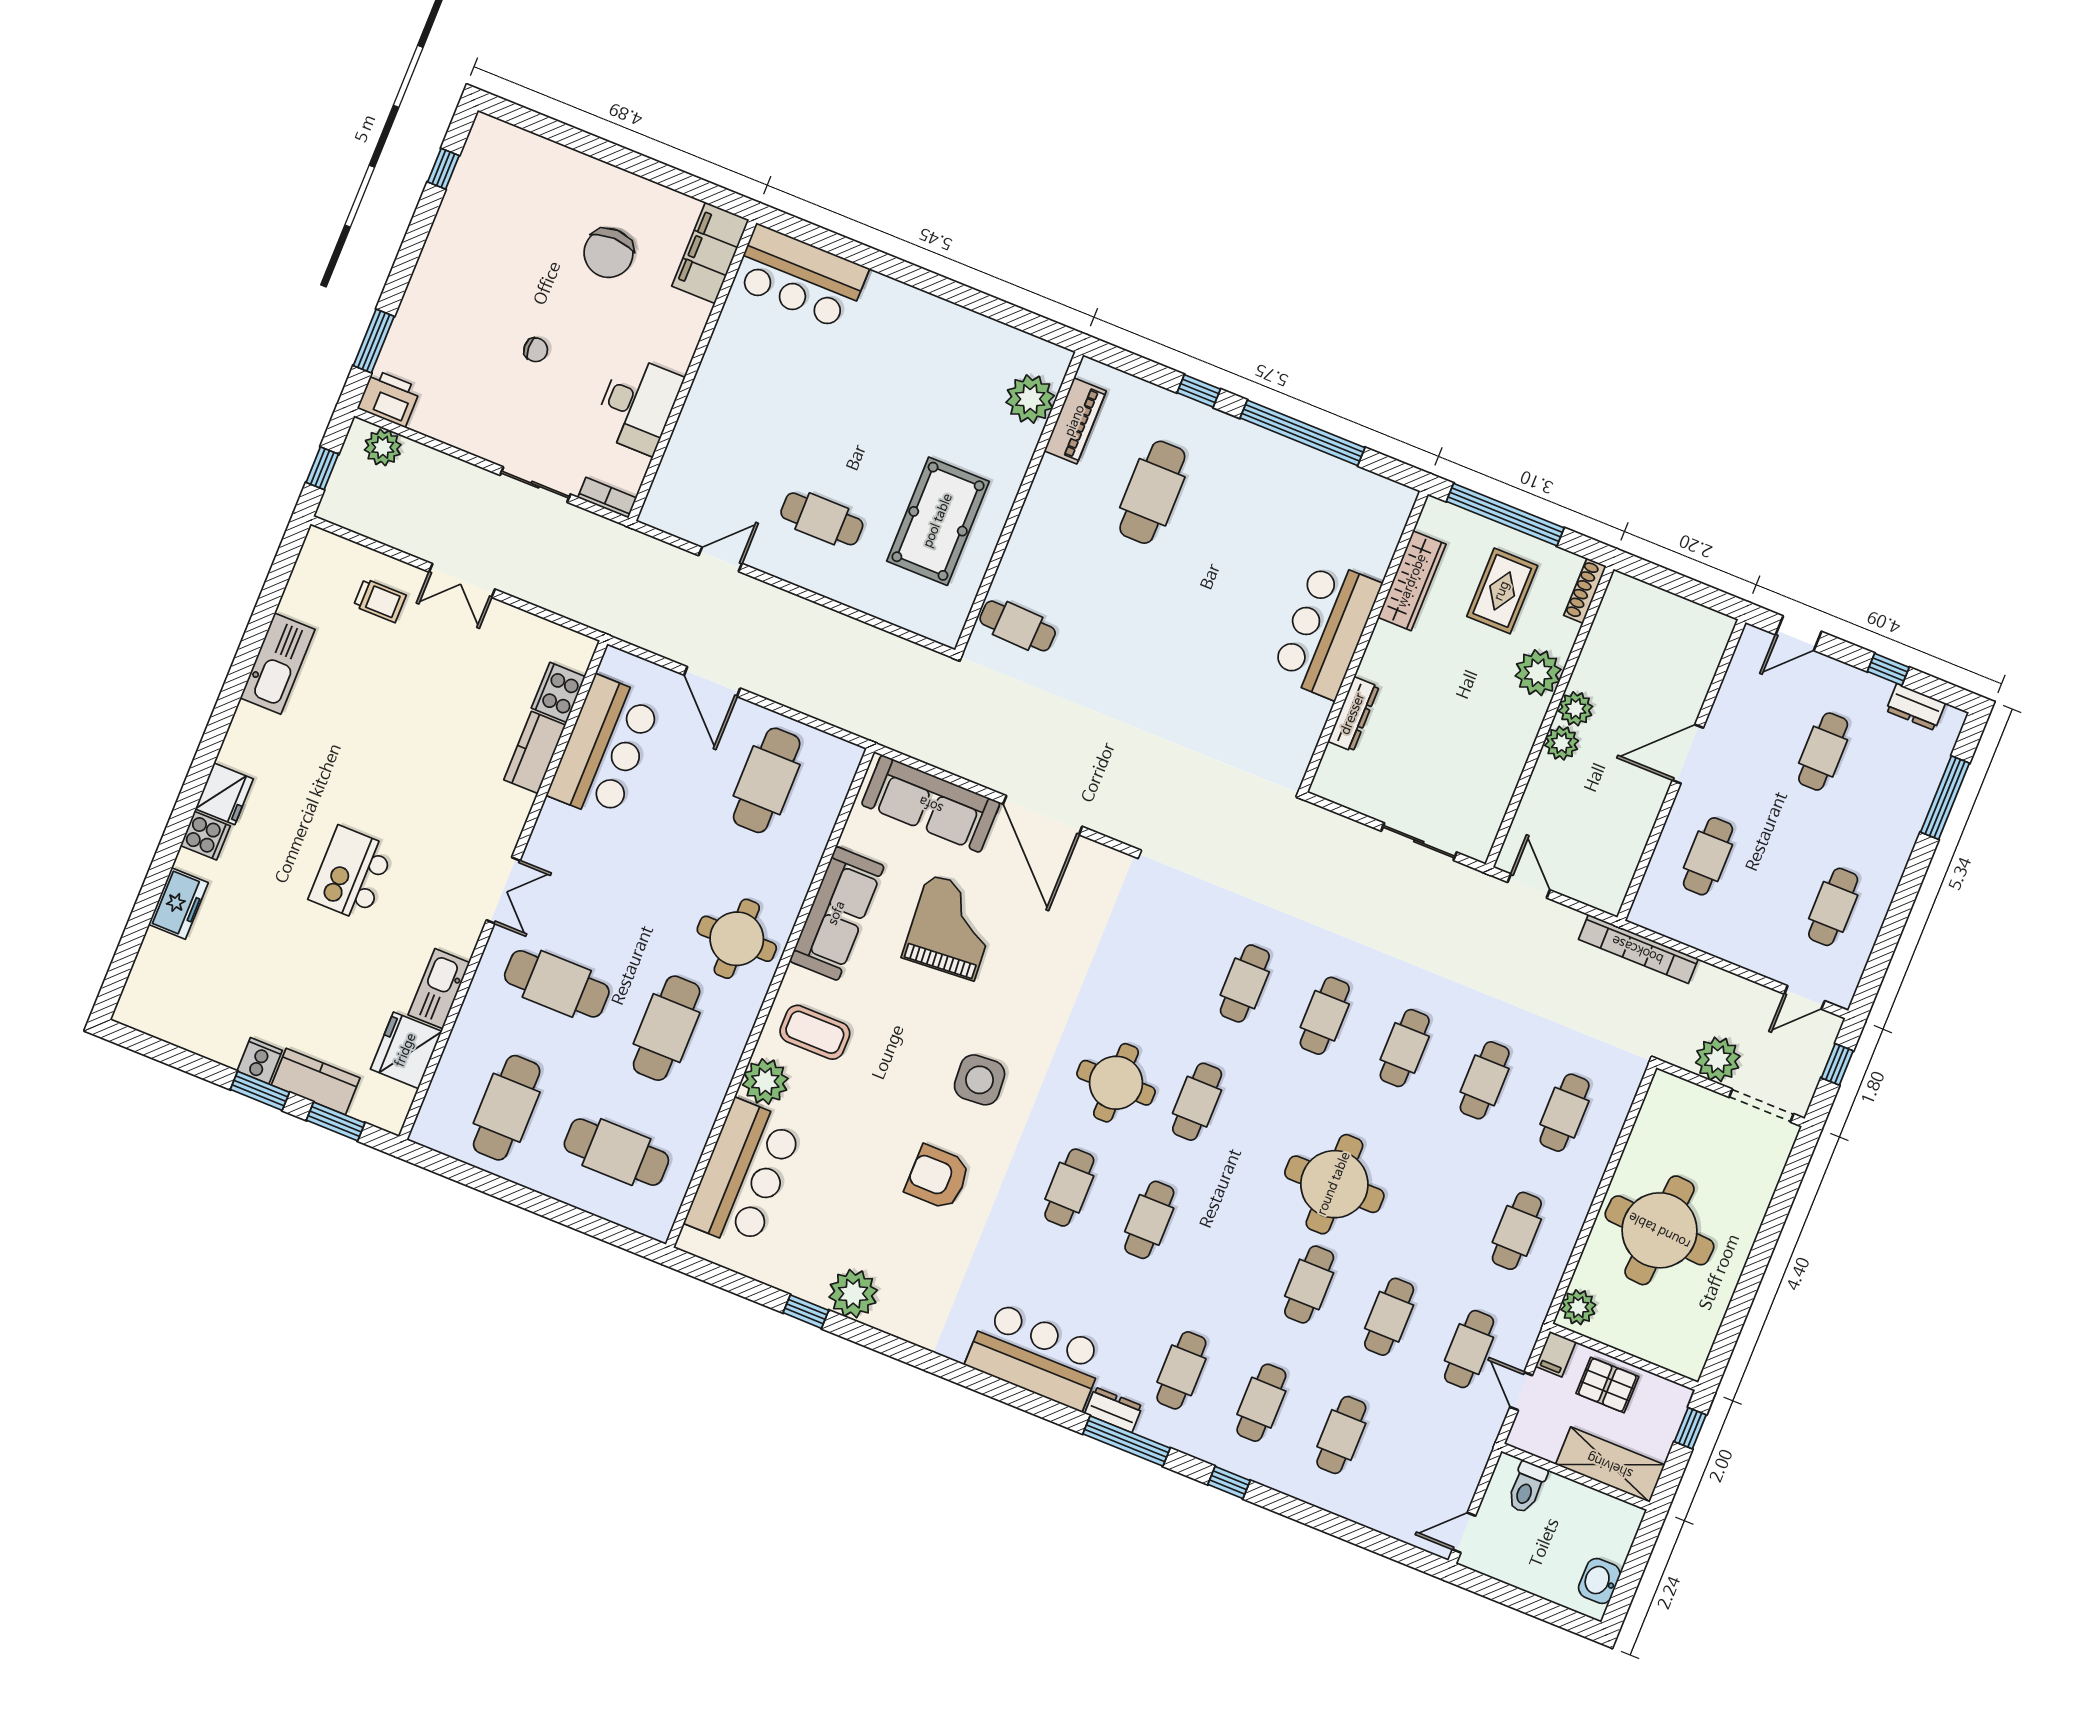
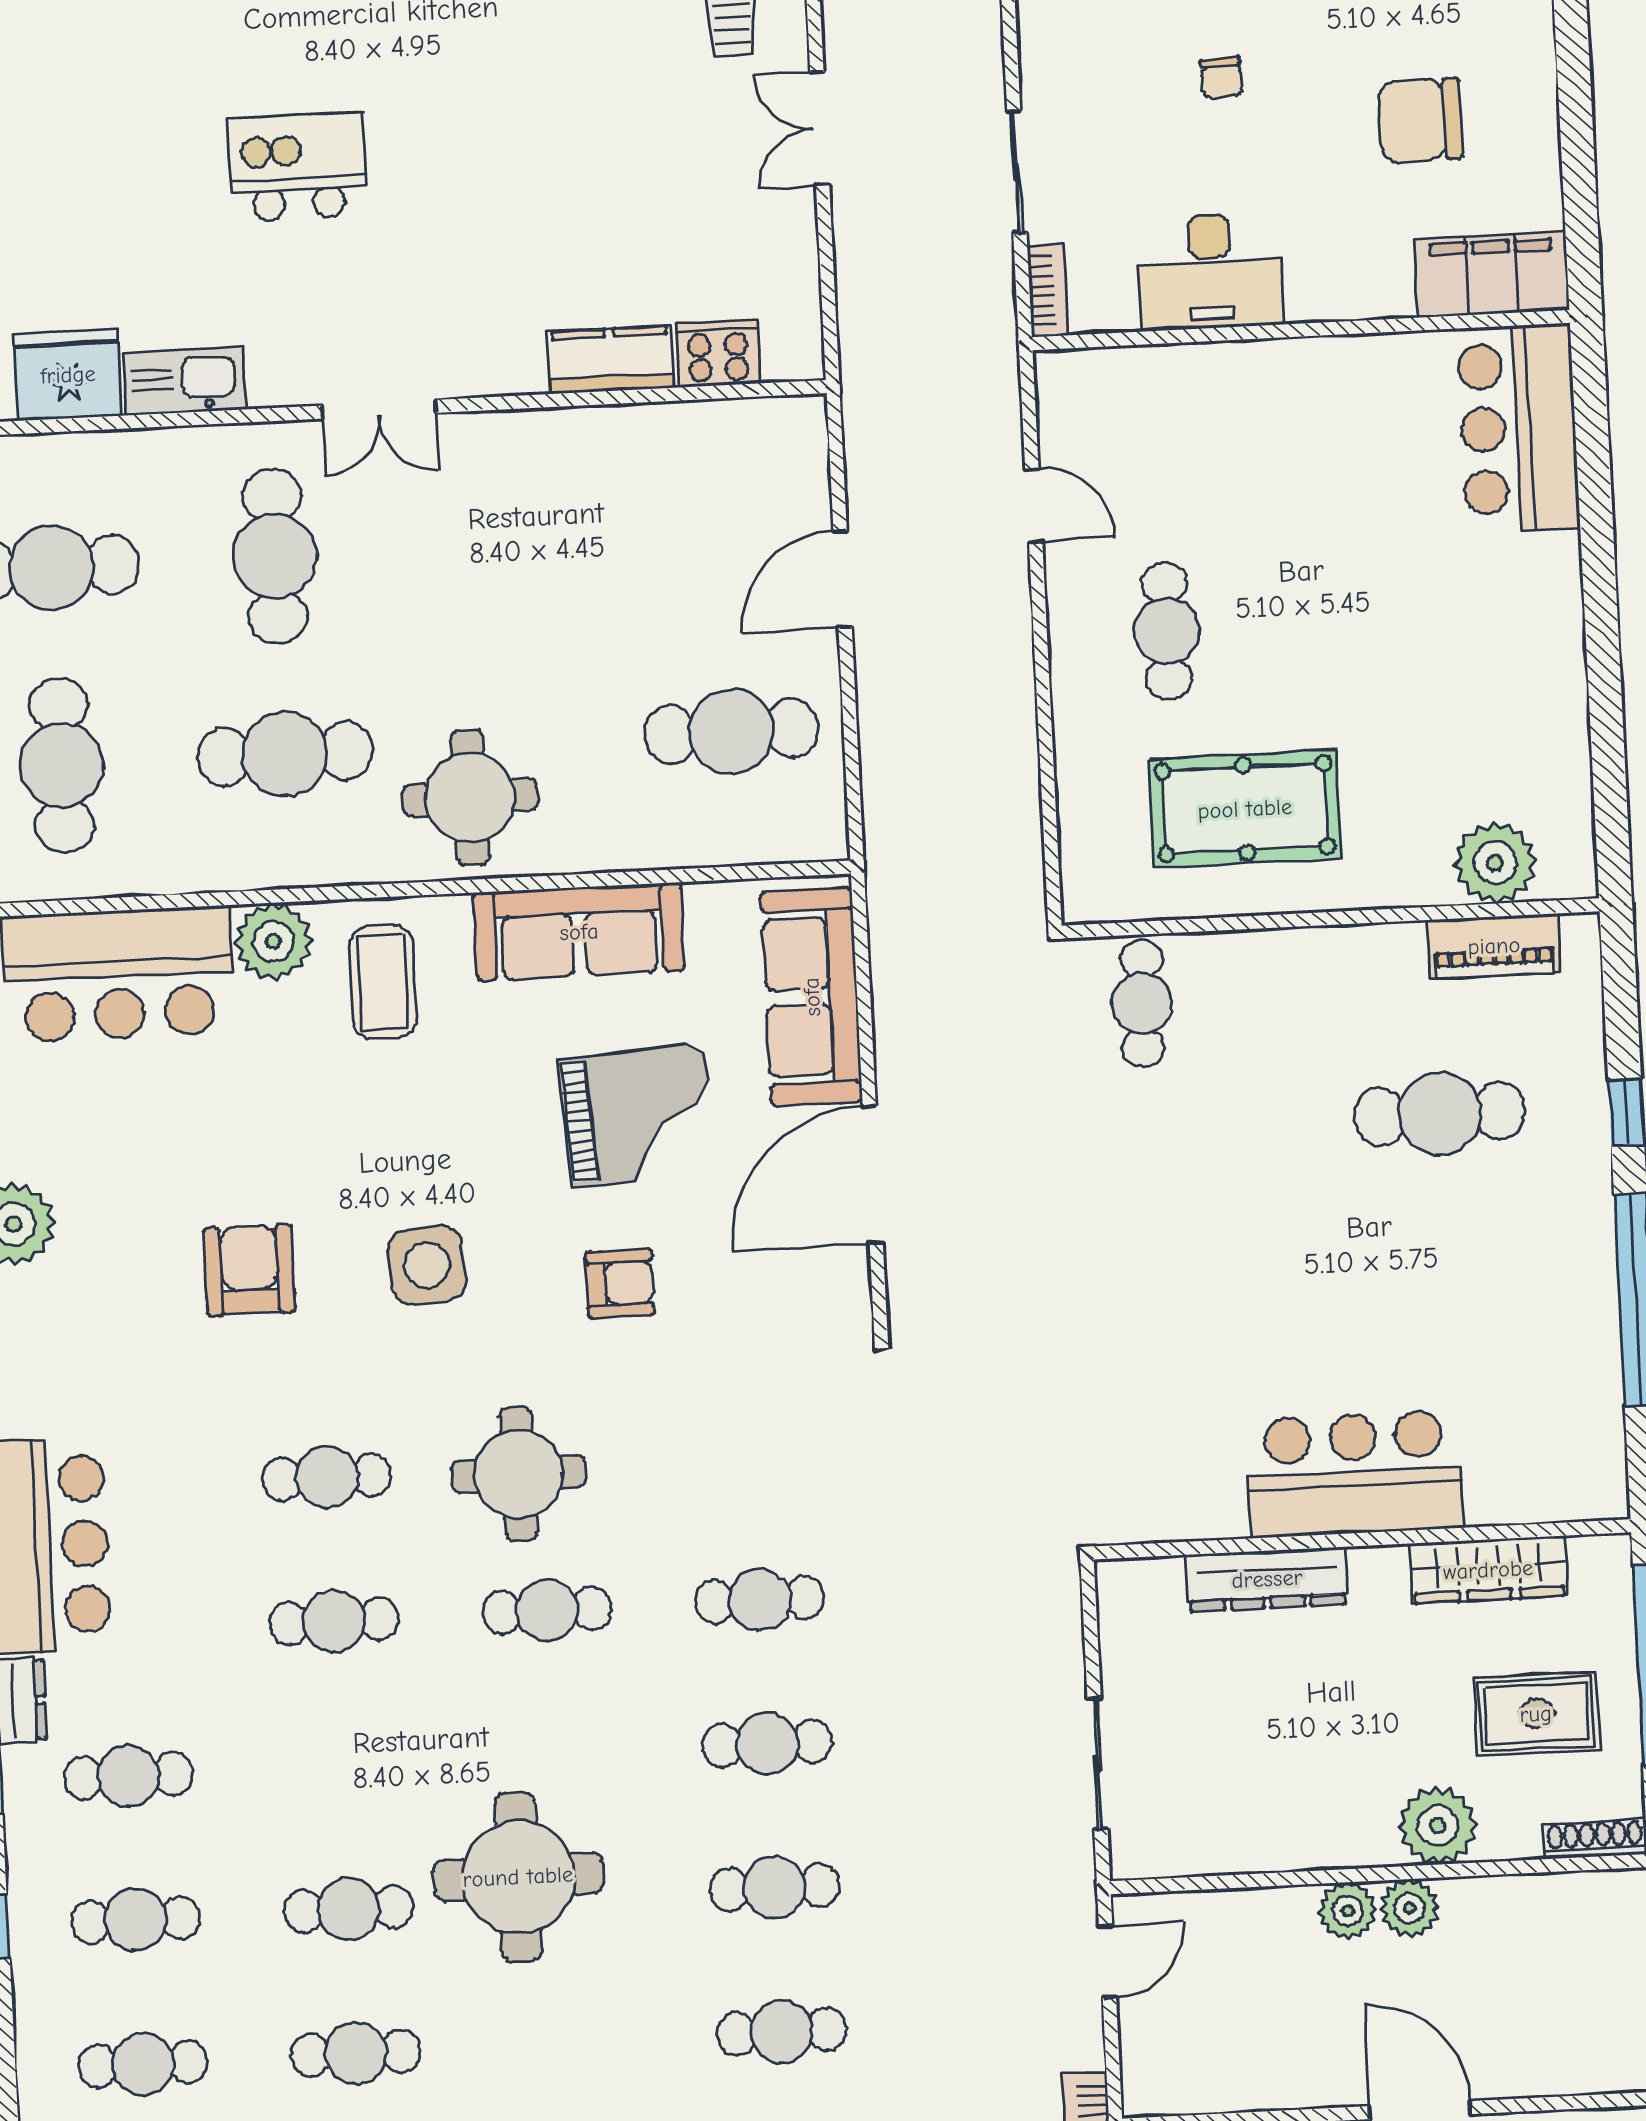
dresser: (1353, 714) -> (1267, 1579), width x1.37, depth x1.24
bar counter: (604, 748) -> (666, 462), removed
armchair: (1038, 980) -> (620, 1283), added

